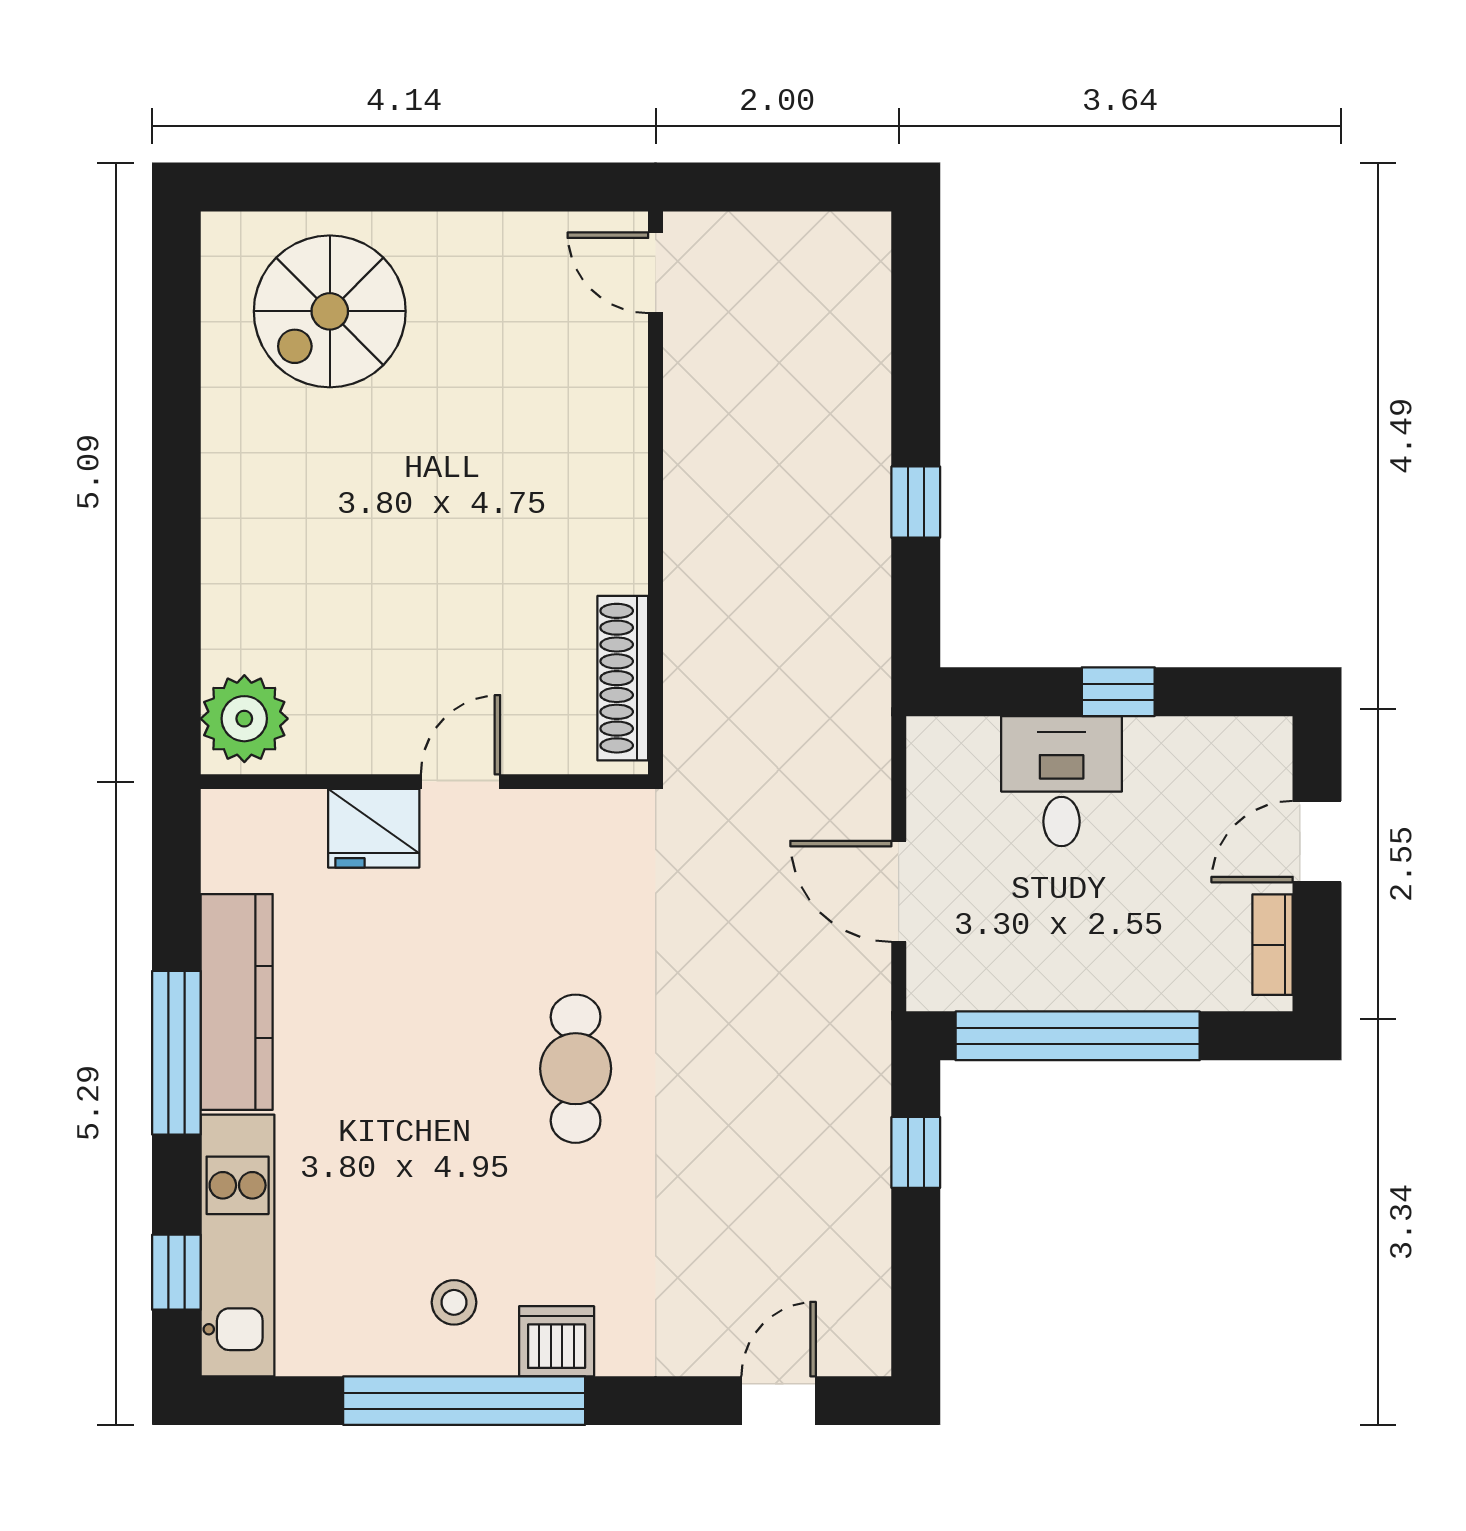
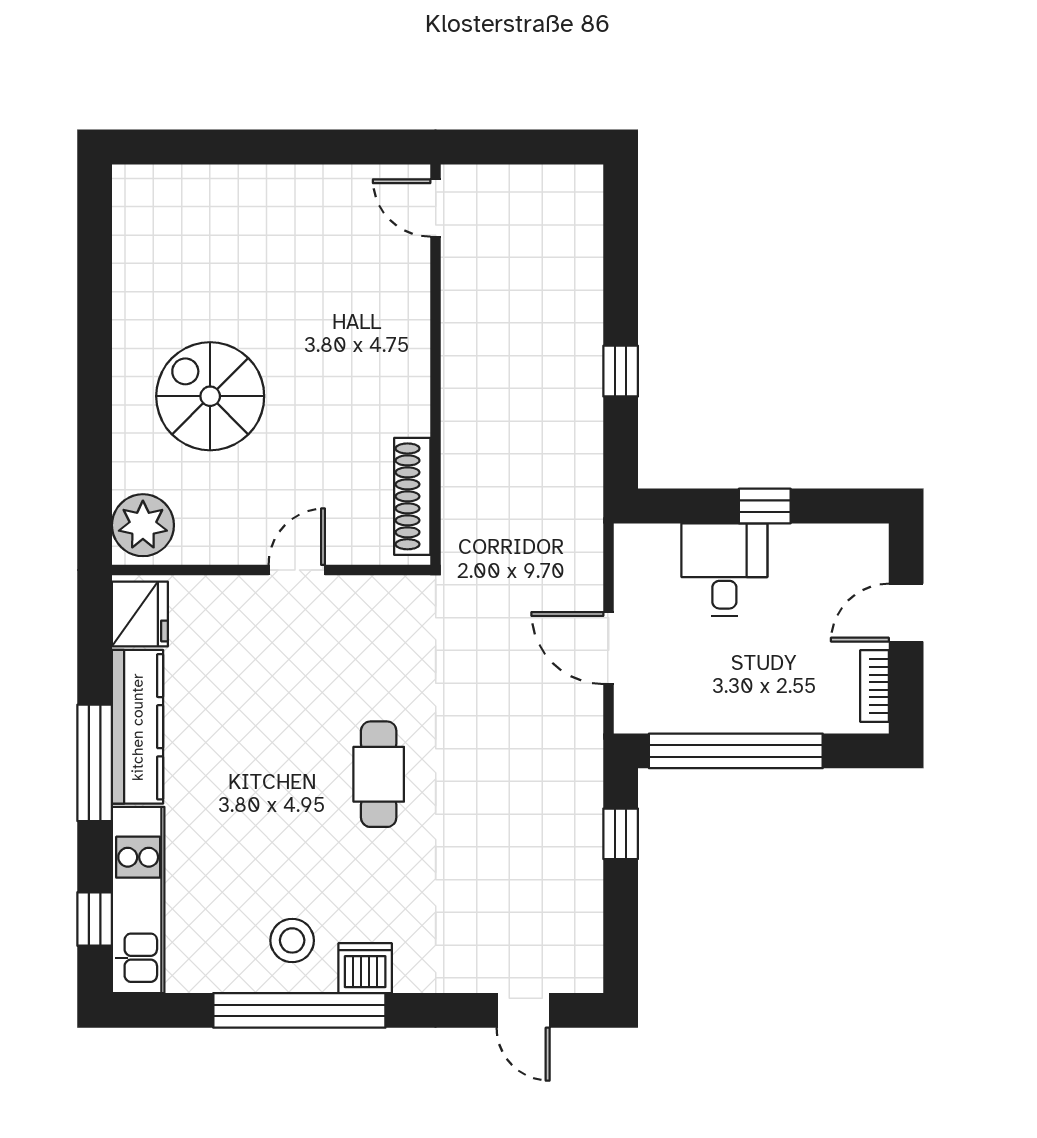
spiral stairs: (330, 311) -> (210, 396), moved, turned 90
fridge: (374, 828) -> (140, 614), moved, turned -90
stool: (454, 1302) -> (292, 940), width x1.37, depth x1.37
door: (779, 1401) -> (523, 1010), swing flipped

